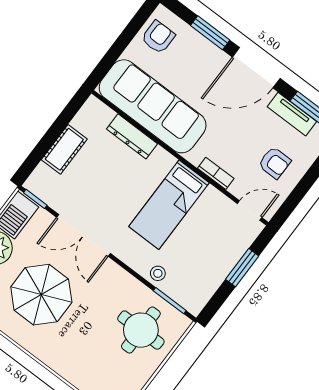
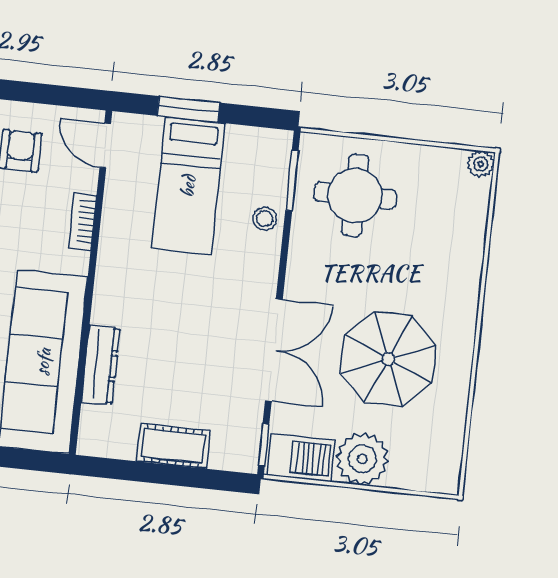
bed: (169, 205) -> (188, 186), moved, turned 90

